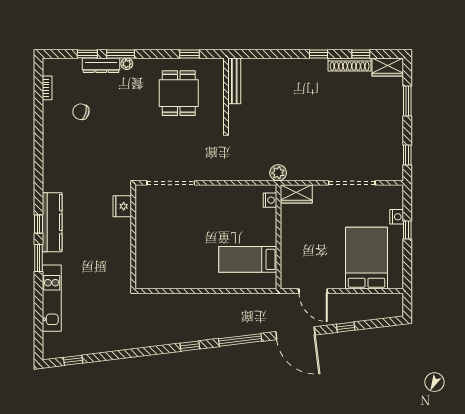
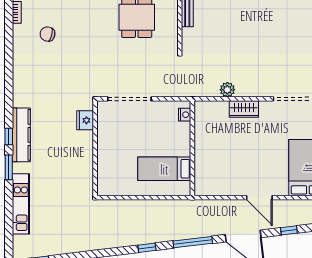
nightstand: (270, 200) -> (185, 115), moved
wall: (278, 237) -> (192, 148), moved
bed: (248, 259) -> (164, 169), moved

